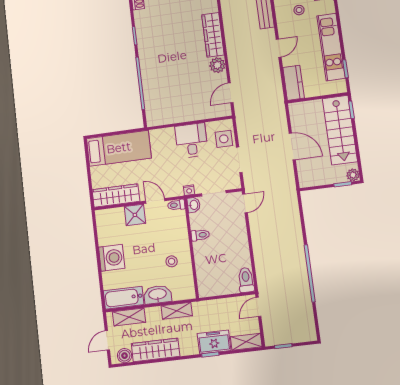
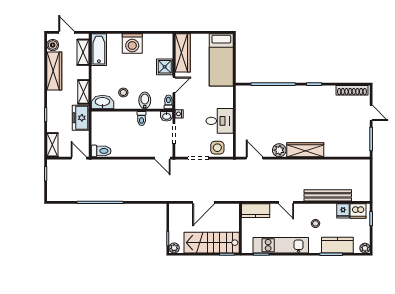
bidet: (178, 234) -> (145, 100), added
washbasin: (158, 295) -> (102, 102), moved, turned -90
freezer: (214, 342) -> (81, 118), moved, turned 180

